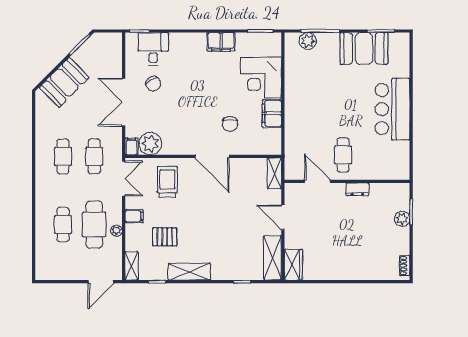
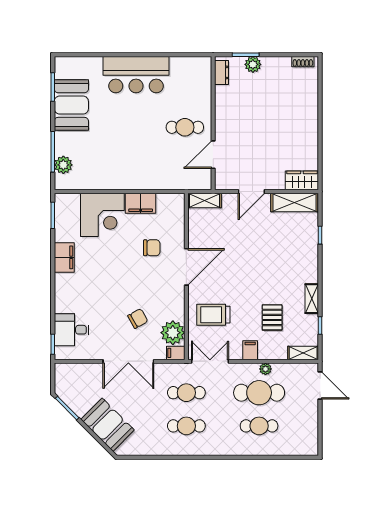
chair: (153, 84) -> (138, 319), moved
dresser: (357, 189) -> (221, 72), moved
shelving: (189, 272) -> (312, 299), width x0.67, depth x0.75

